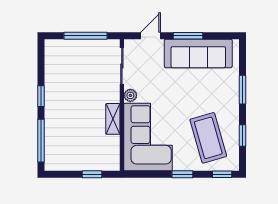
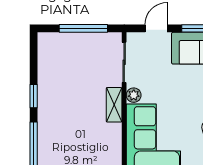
shelving: (113, 119) -> (114, 105), moved

